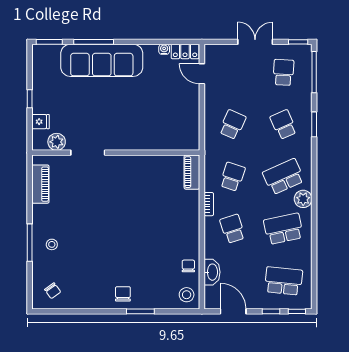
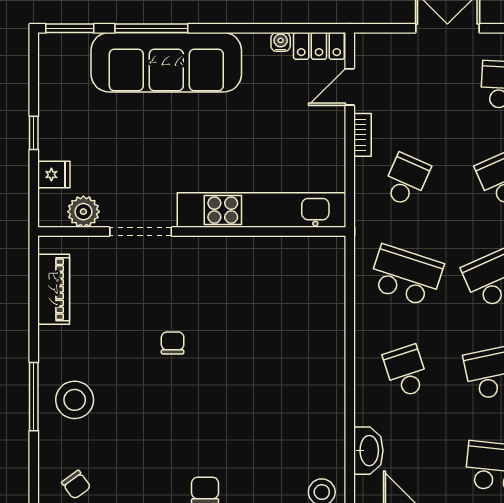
door: (202, 74) -> (350, 87), hinge flipped
kitchen unit: (154, 141) -> (261, 210), added
piano: (192, 172) -> (332, 267), removed
school desk: (232, 177) -> (406, 276), width x1.85
bookcase: (209, 204) -> (362, 135), moved
stool: (52, 244) -> (75, 400), width x1.89, depth x1.89
chair: (188, 266) -> (173, 343), moved

